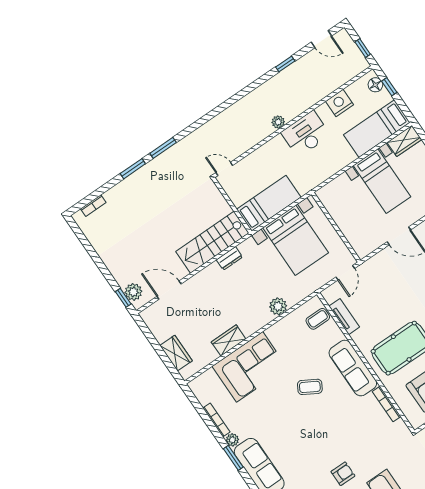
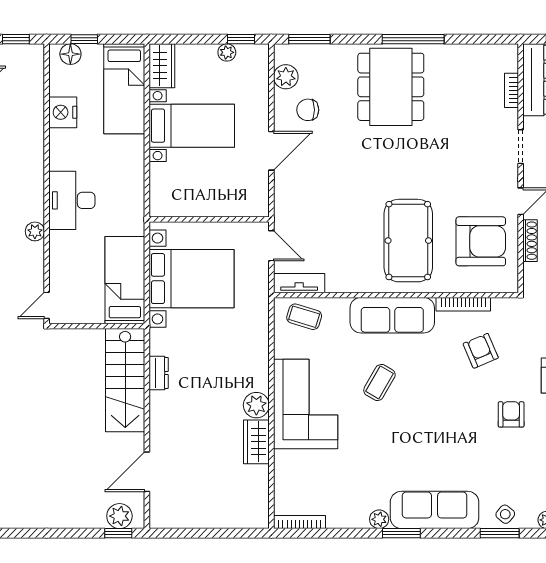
plant: (278, 122) -> (35, 231), moved
desk: (306, 134) -> (72, 200), moved
plant: (278, 306) -> (256, 405), moved
tv unit: (344, 317) -> (299, 283), moved
coffee table: (318, 319) -> (304, 317), turned -73
wardrobe: (176, 353) -> (228, 515), removed
corner sofa: (250, 367) -> (306, 404), moved
bookcase: (216, 420) -> (300, 522), moved
armchair: (367, 432) -> (481, 351), added

